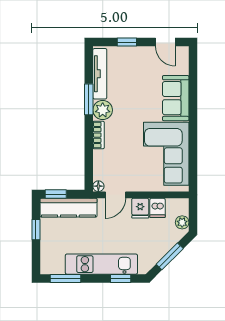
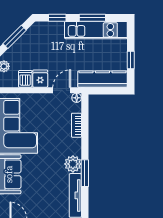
bookcase: (99, 135) -> (76, 125), moved
window: (56, 194) -> (114, 91), removed
kitchen unit: (101, 264) -> (96, 30), moved
window: (65, 278) -> (92, 18), moved

